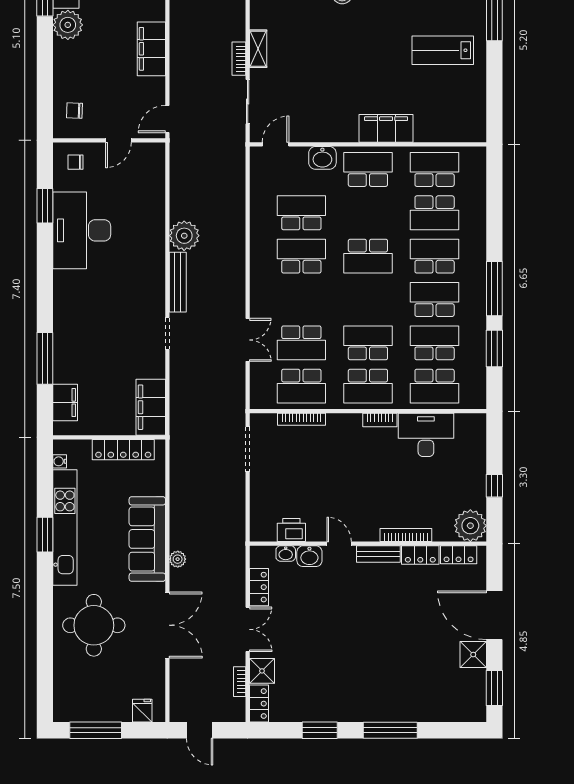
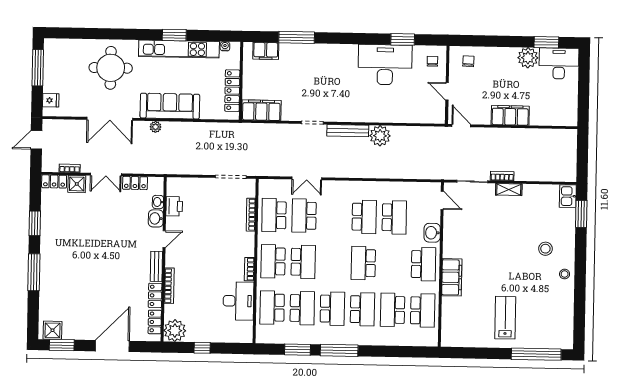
shower: (473, 655) -> (52, 330), moved

